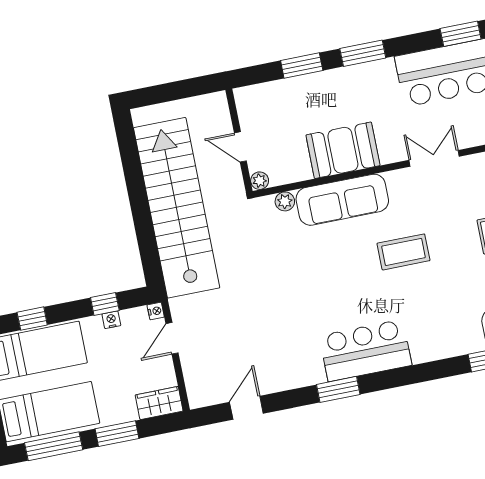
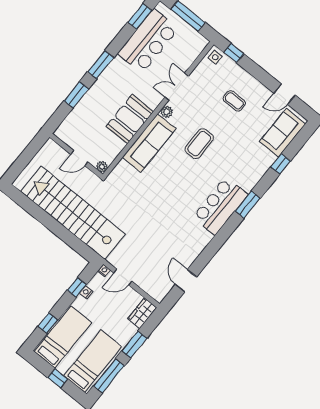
plant: (285, 201) -> (167, 112), moved
door: (172, 338) -> (123, 277), hinge flipped
window: (338, 389) -> (248, 205), moved

